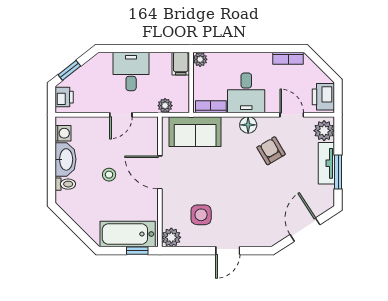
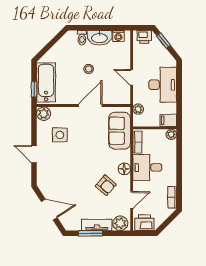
desk: (131, 72) -> (163, 85), width x1.37
armchair: (271, 151) -> (106, 185), turned 72

